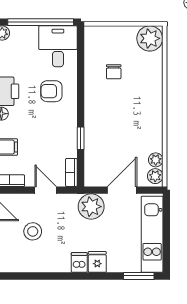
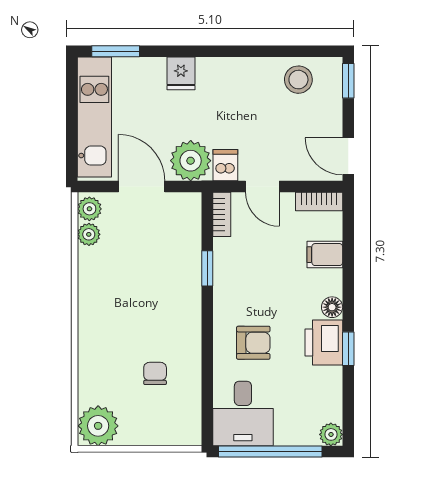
door: (122, 190) -> (142, 187), swing flipped
stool: (33, 231) -> (298, 80), moved
dishwasher: (79, 262) -> (225, 165), moved, turned 180

